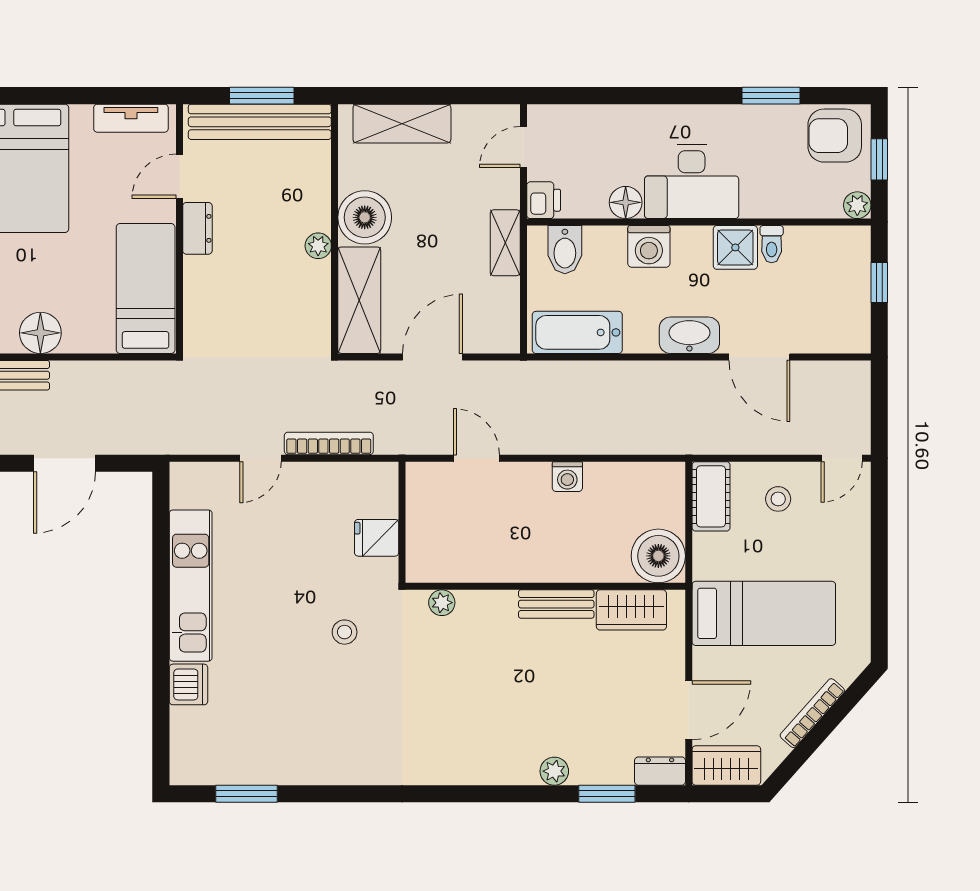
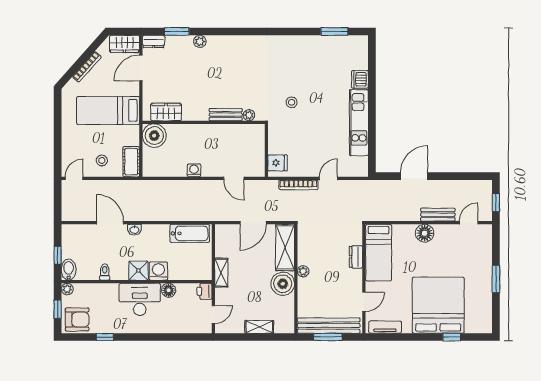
window: (771, 96) -> (105, 337), width x0.67
shelving: (402, 124) -> (259, 327), width x0.67, depth x0.75
dresser: (197, 228) -> (356, 257), moved
shower: (735, 247) -> (138, 271), moved
bidet: (565, 250) -> (69, 270), moved
washbasin: (689, 335) -> (134, 230), width x0.52, depth x0.69
fridge: (377, 538) -> (278, 163), moved
bench: (556, 604) -> (226, 115), moved

